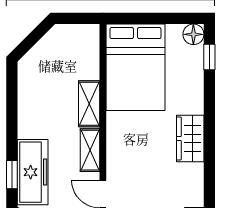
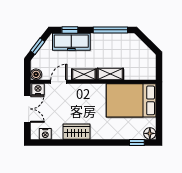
window: (12, 103) -> (110, 30), added
wardrobe: (190, 138) -> (77, 132), moved

